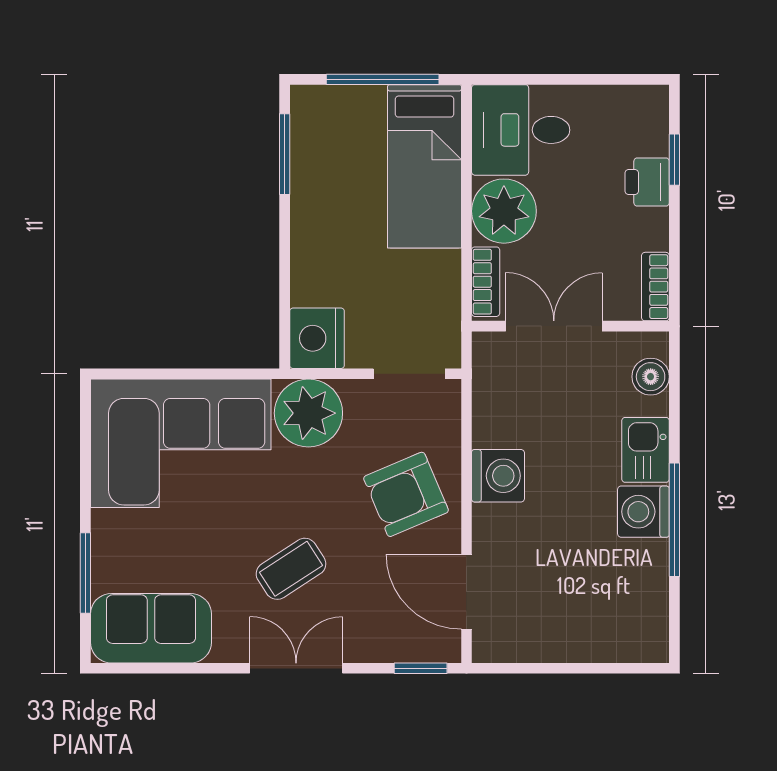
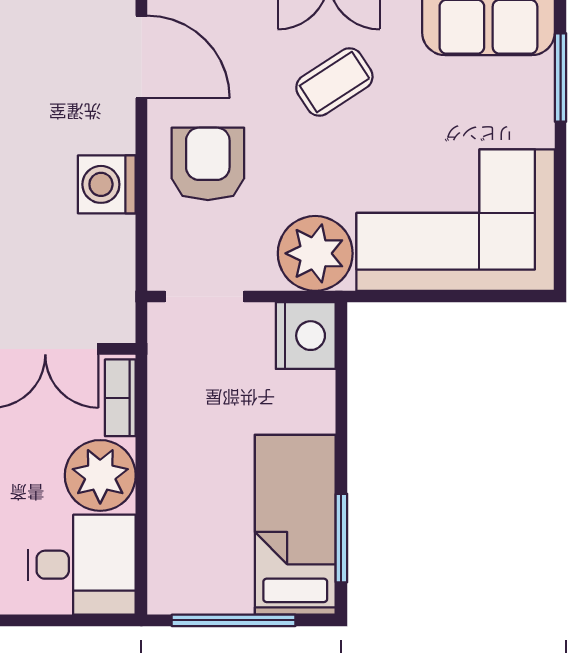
bed: (424, 166) -> (295, 525), moved
armchair: (406, 494) -> (208, 164), turned -67

